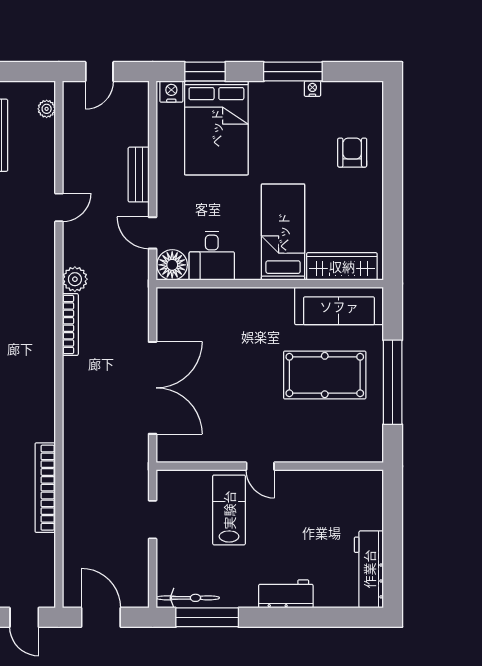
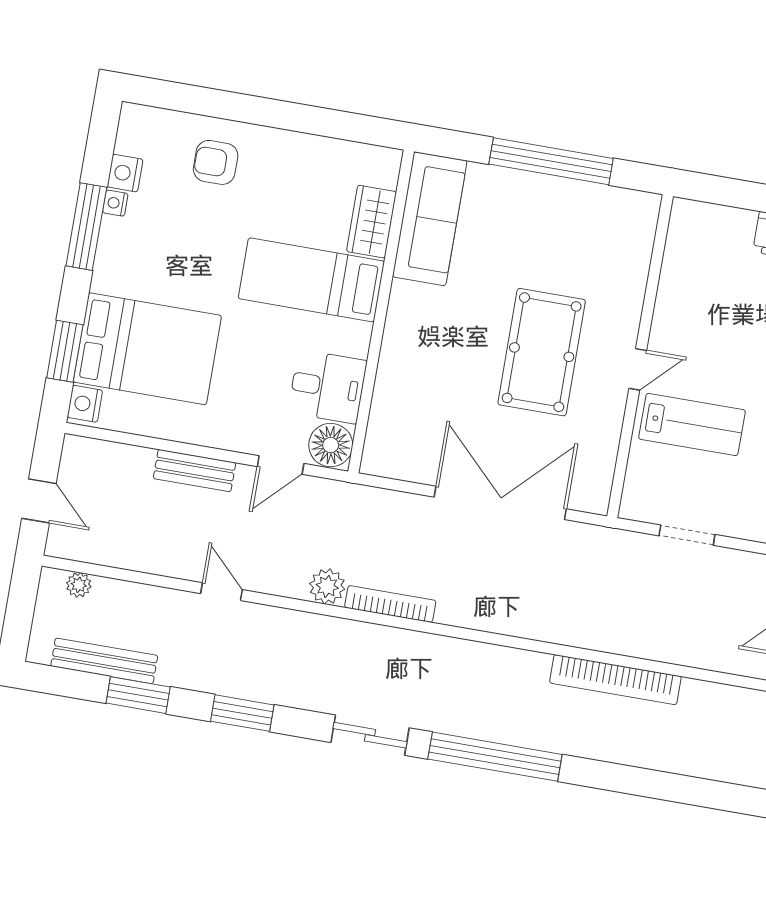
nightstand: (334, 92) -> (125, 173), added
wardrobe: (342, 266) -> (372, 222), width x0.67
pool table: (325, 375) -> (542, 352), moved
lab bench: (229, 510) -> (692, 424), turned 180

